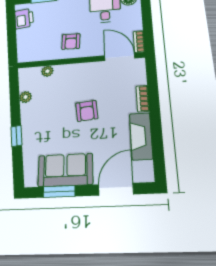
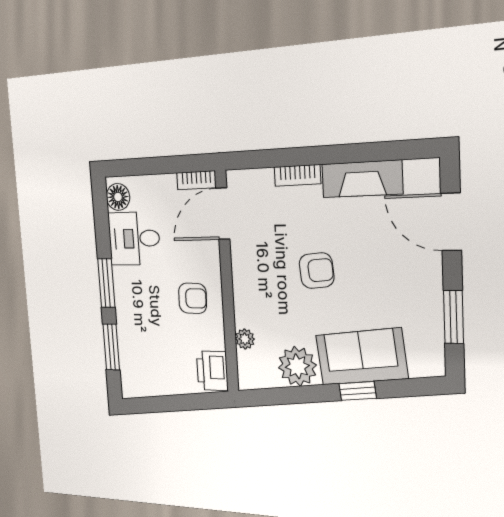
printer: (24, 19) -> (212, 371), moved, turned -84
plant: (26, 97) -> (297, 366), width x1.88, depth x1.88
sofa: (65, 170) -> (361, 357), moved, turned 84

